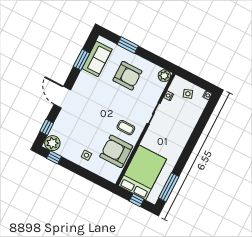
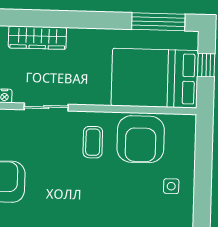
wardrobe: (189, 125) -> (37, 38), added

